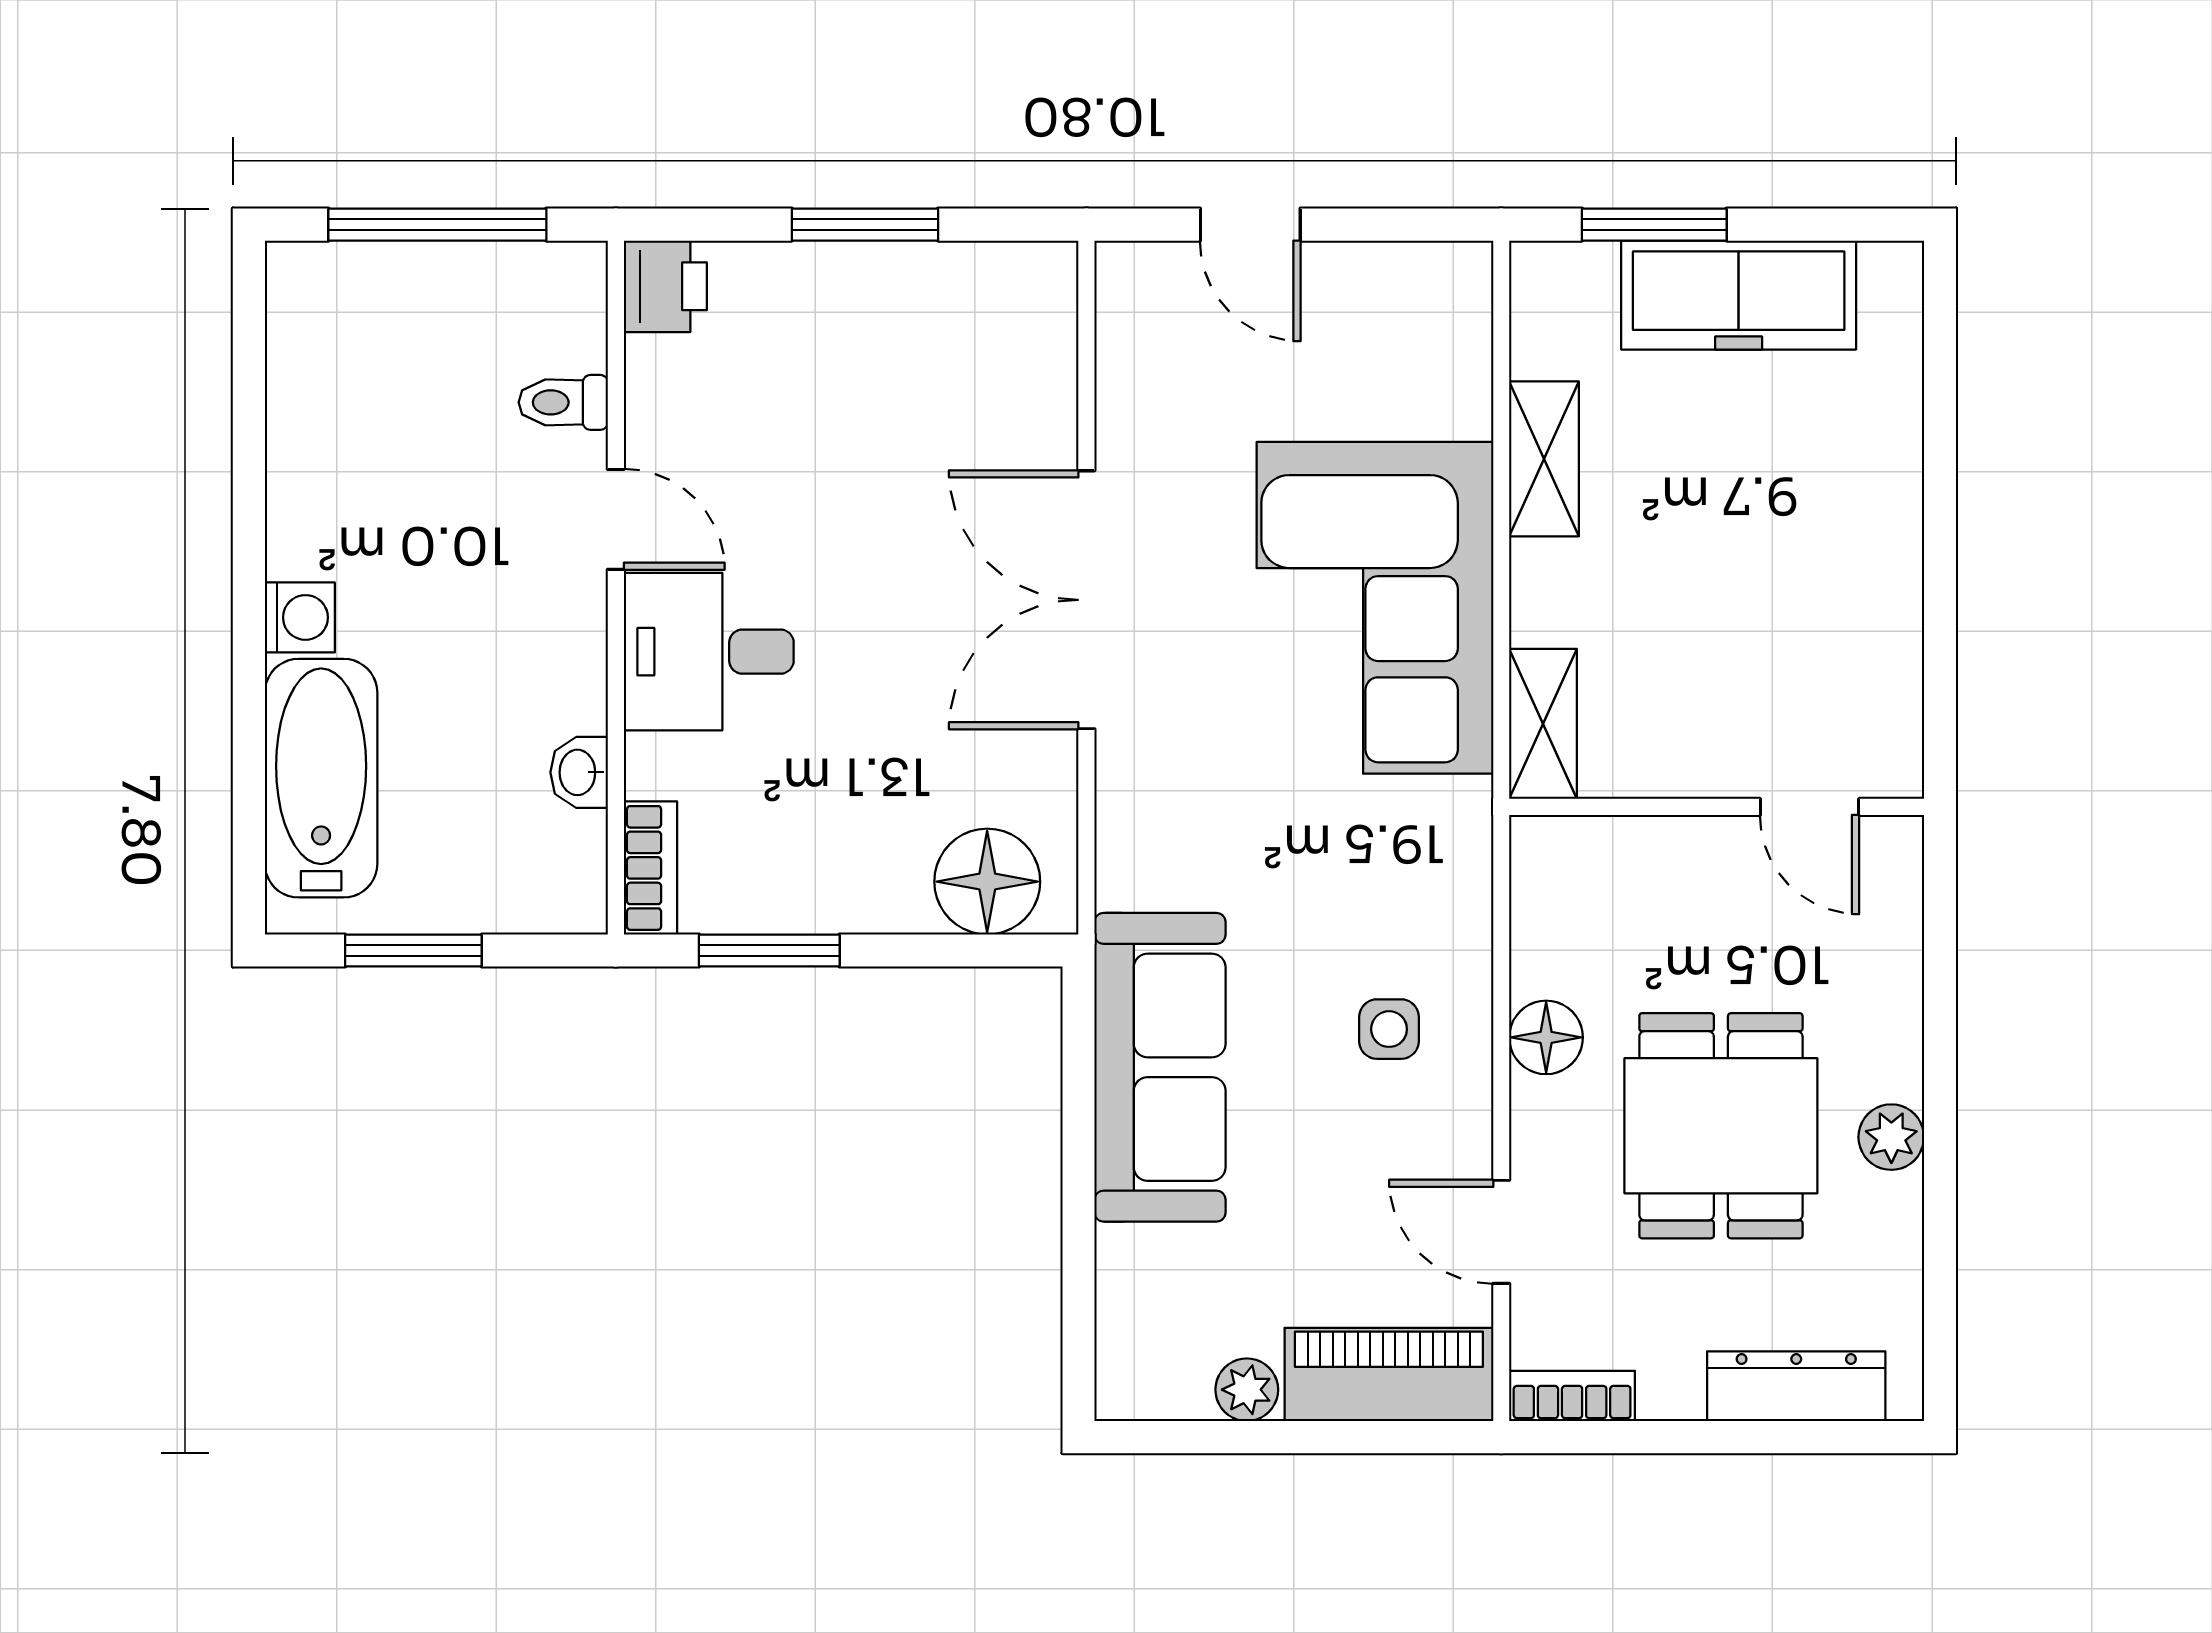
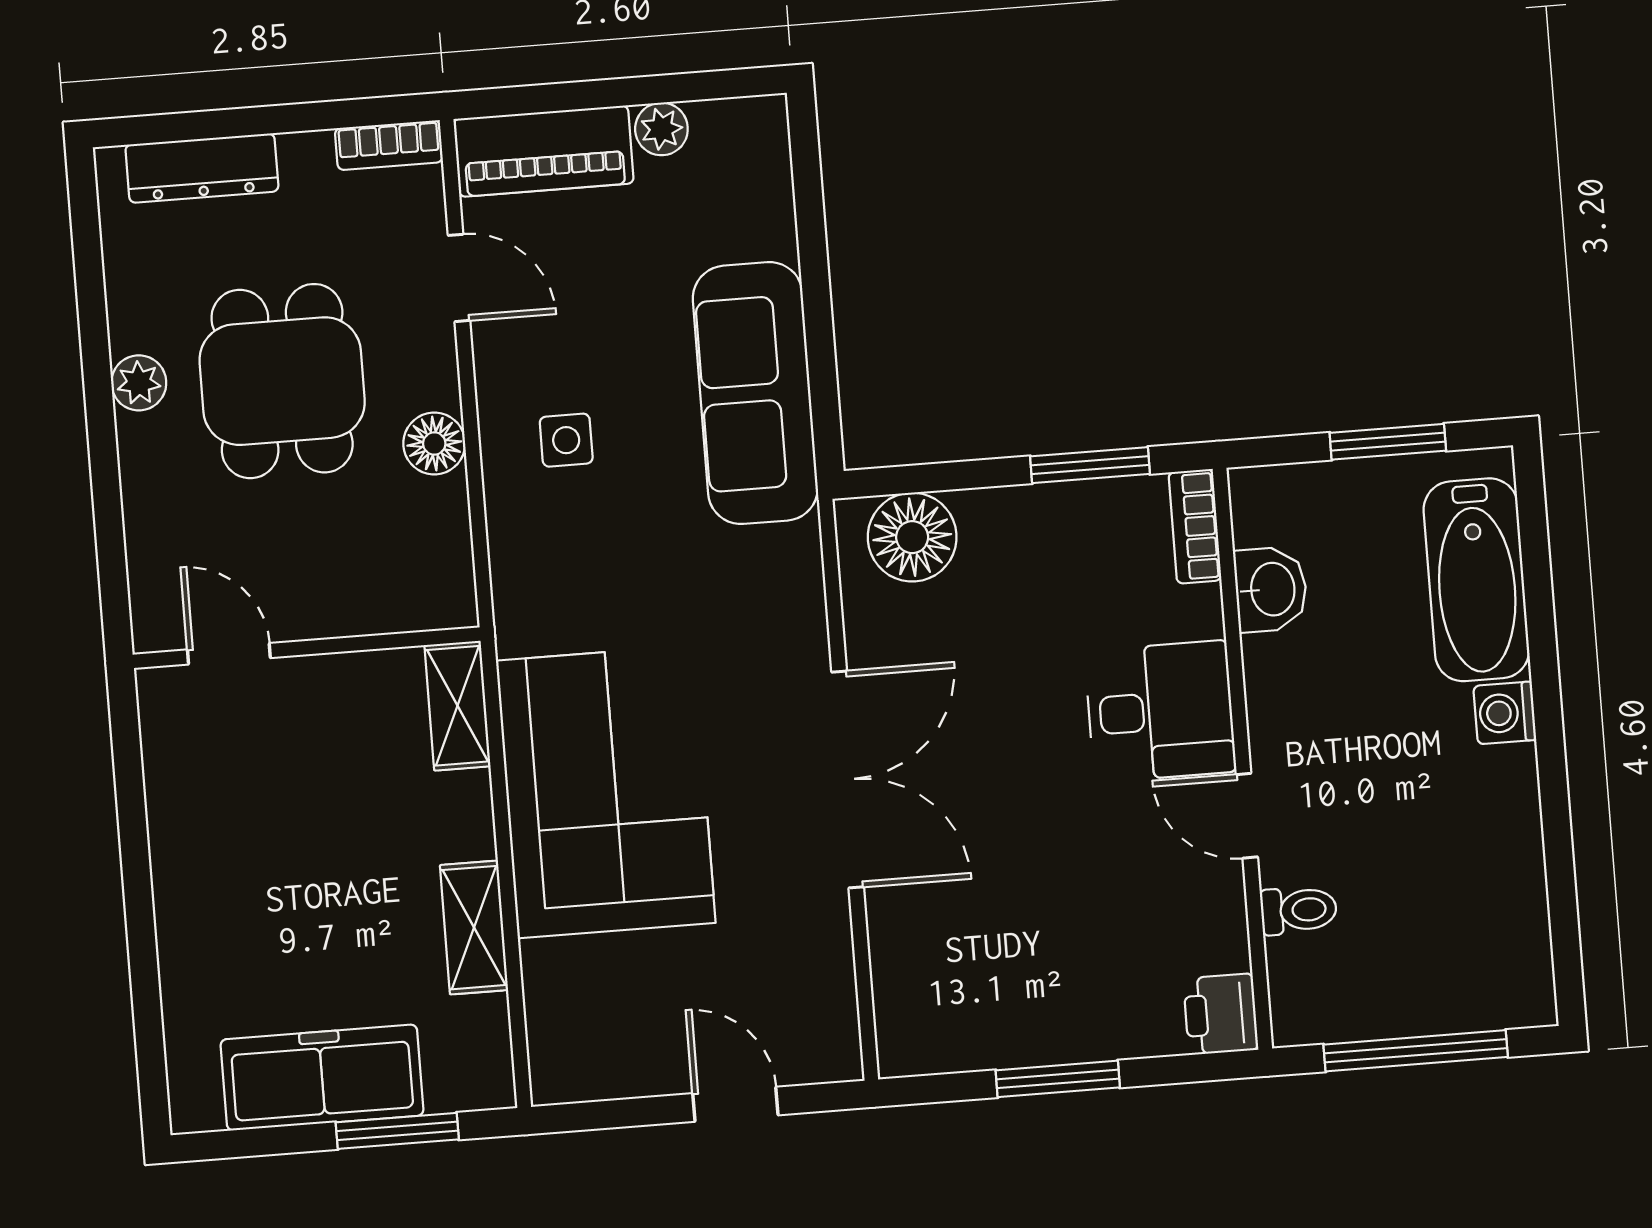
washbasin: (579, 772) -> (1271, 589), width x1.38, depth x1.45

